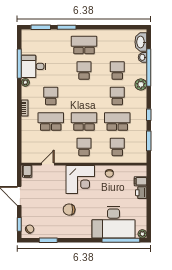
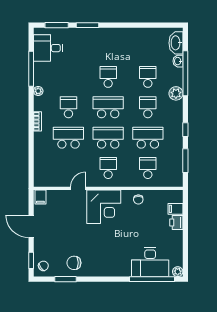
school desk: (84, 45) -> (108, 107), moved
desk: (34, 66) -> (48, 48), moved
door: (48, 164) -> (78, 188), moved
chair: (69, 210) -> (74, 263), moved
desk: (114, 222) -> (150, 262), width x0.73, depth x0.77

